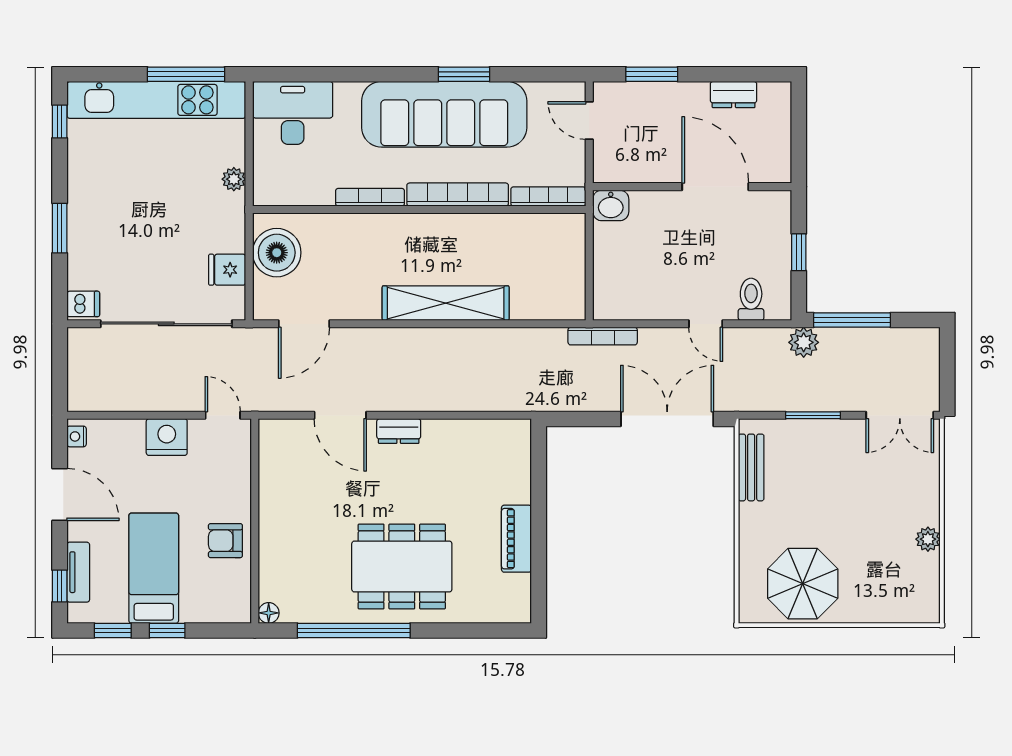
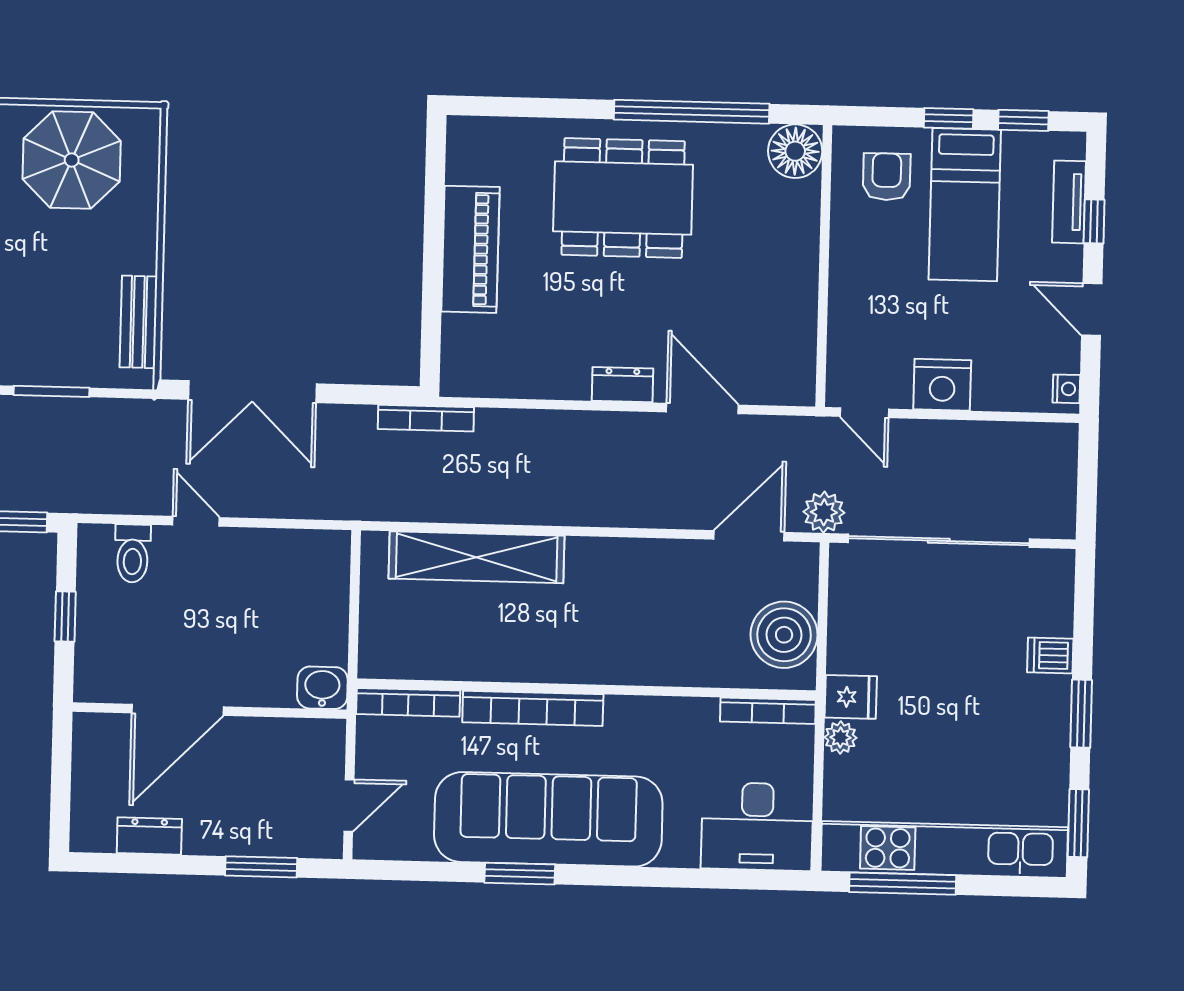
door: (589, 120) -> (349, 806), hinge flipped
window: (60, 122) -> (1078, 823), width x1.50
door: (715, 187) -> (178, 710), hinge flipped
bookcase: (370, 197) -> (768, 711), moved
window: (60, 228) -> (1081, 714), moved
fridge: (227, 270) -> (851, 697), moved
shelving: (446, 303) -> (477, 557), moved
dishwasher: (83, 304) -> (1050, 655), moved
bookcase: (603, 336) -> (426, 418), moved, turned 180
plant: (804, 342) -> (824, 512), moved
door: (60, 495) -> (1092, 309), width x0.73
piano: (516, 539) -> (470, 249), width x1.37, depth x1.33
armchair: (225, 541) -> (887, 177), moved, turned -90
window: (60, 586) -> (1094, 221), moved
floor lamp: (269, 613) -> (795, 151), width x1.89, depth x1.89

